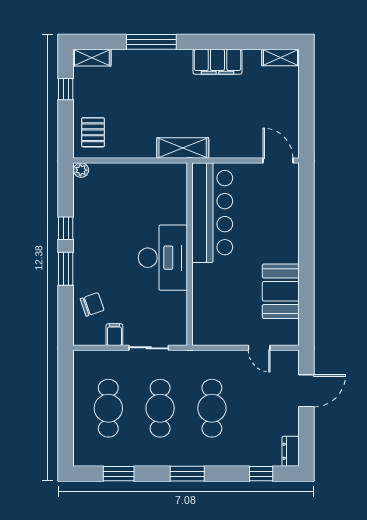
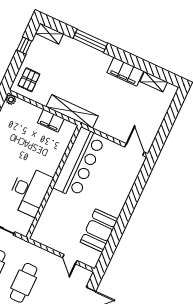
shelving: (281, 57) -> (154, 82), moved
shelving: (183, 148) -> (72, 111), width x1.47
filing cabinet: (148, 174) -> (51, 121), added
desk: (163, 258) -> (30, 191), moved

